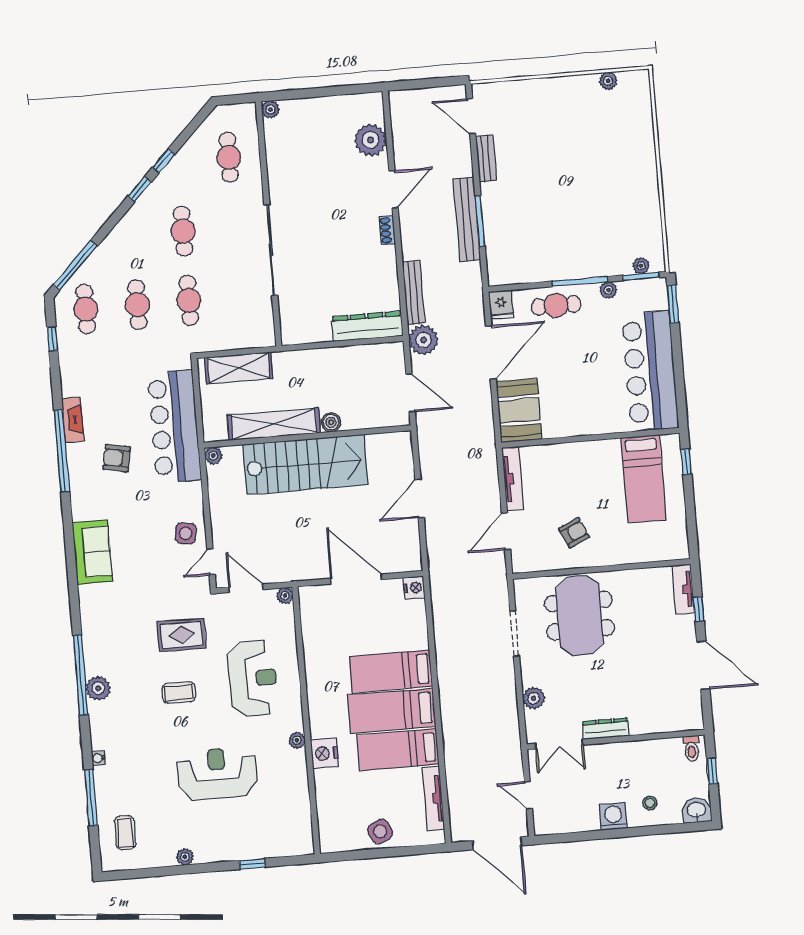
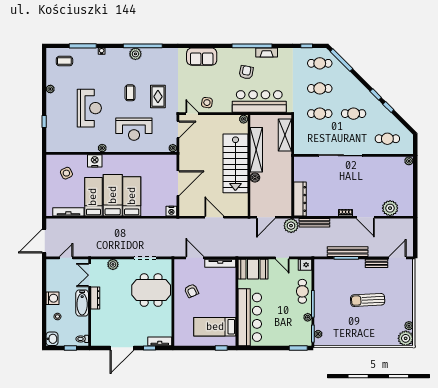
plant: (635, 86) -> (406, 338), added
sun lounger: (563, 170) -> (368, 300), added
door: (491, 352) -> (282, 258), width x0.53
bar counter: (650, 371) -> (250, 317), moved, turned 90
bathtub: (618, 755) -> (82, 303), added
side table: (380, 831) -> (66, 173), moved

